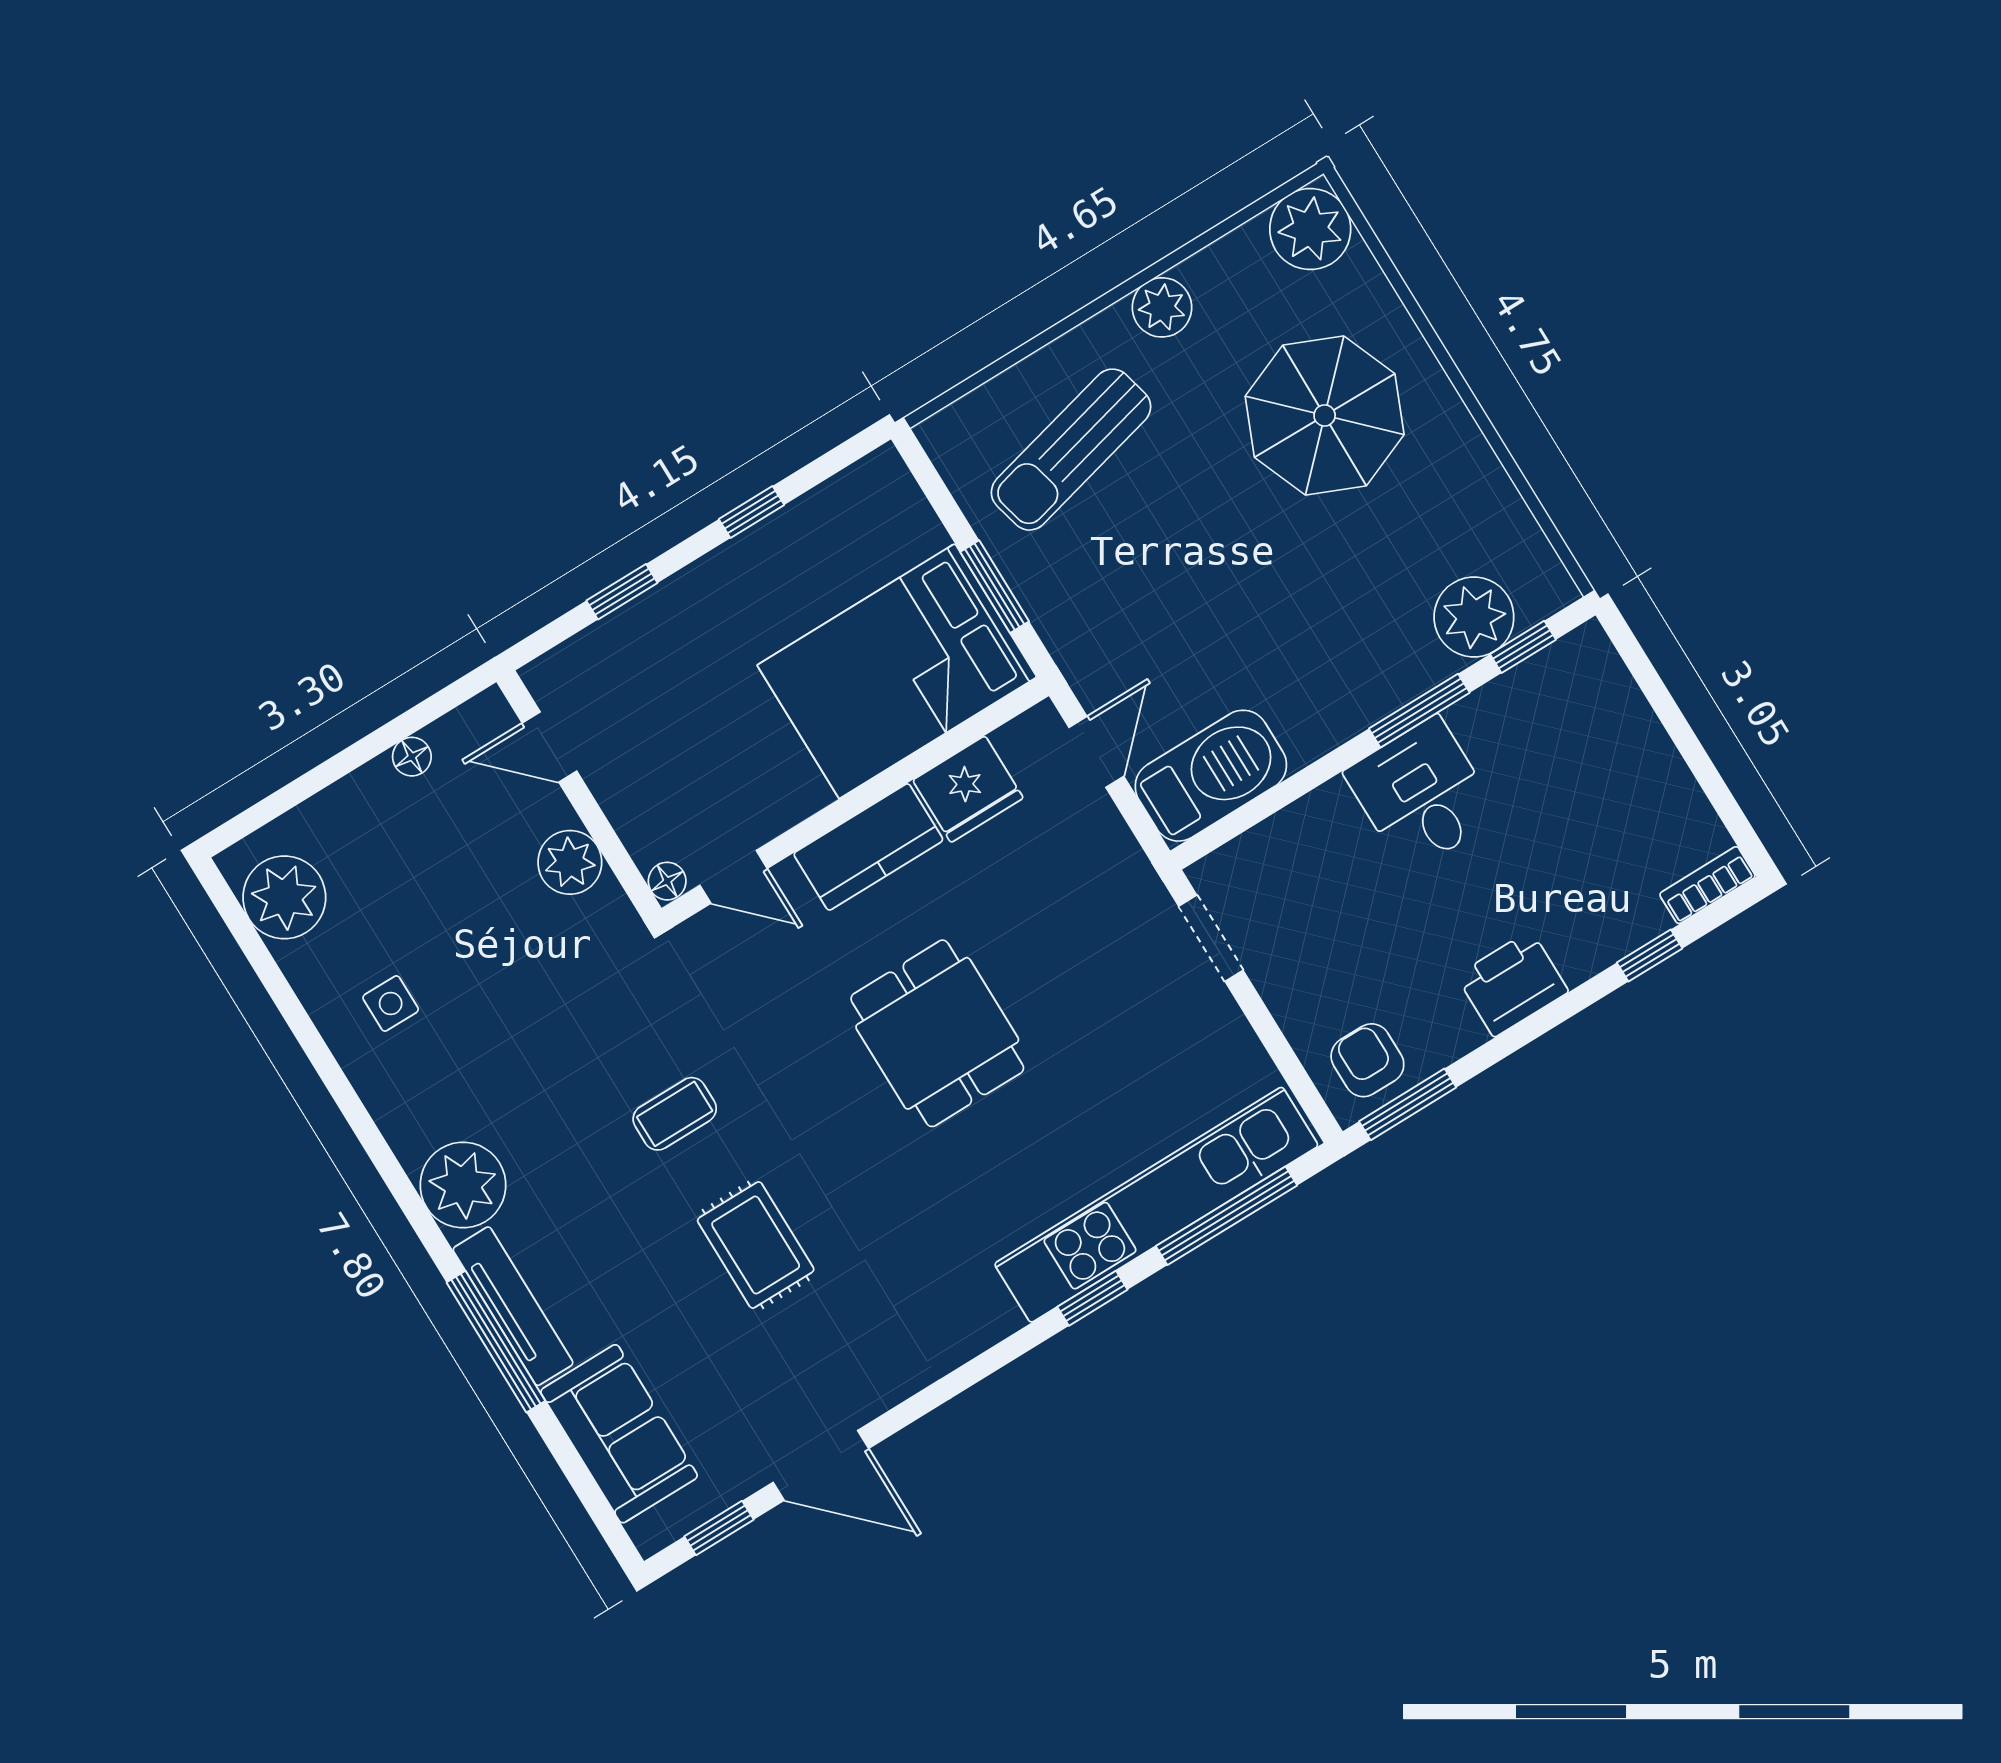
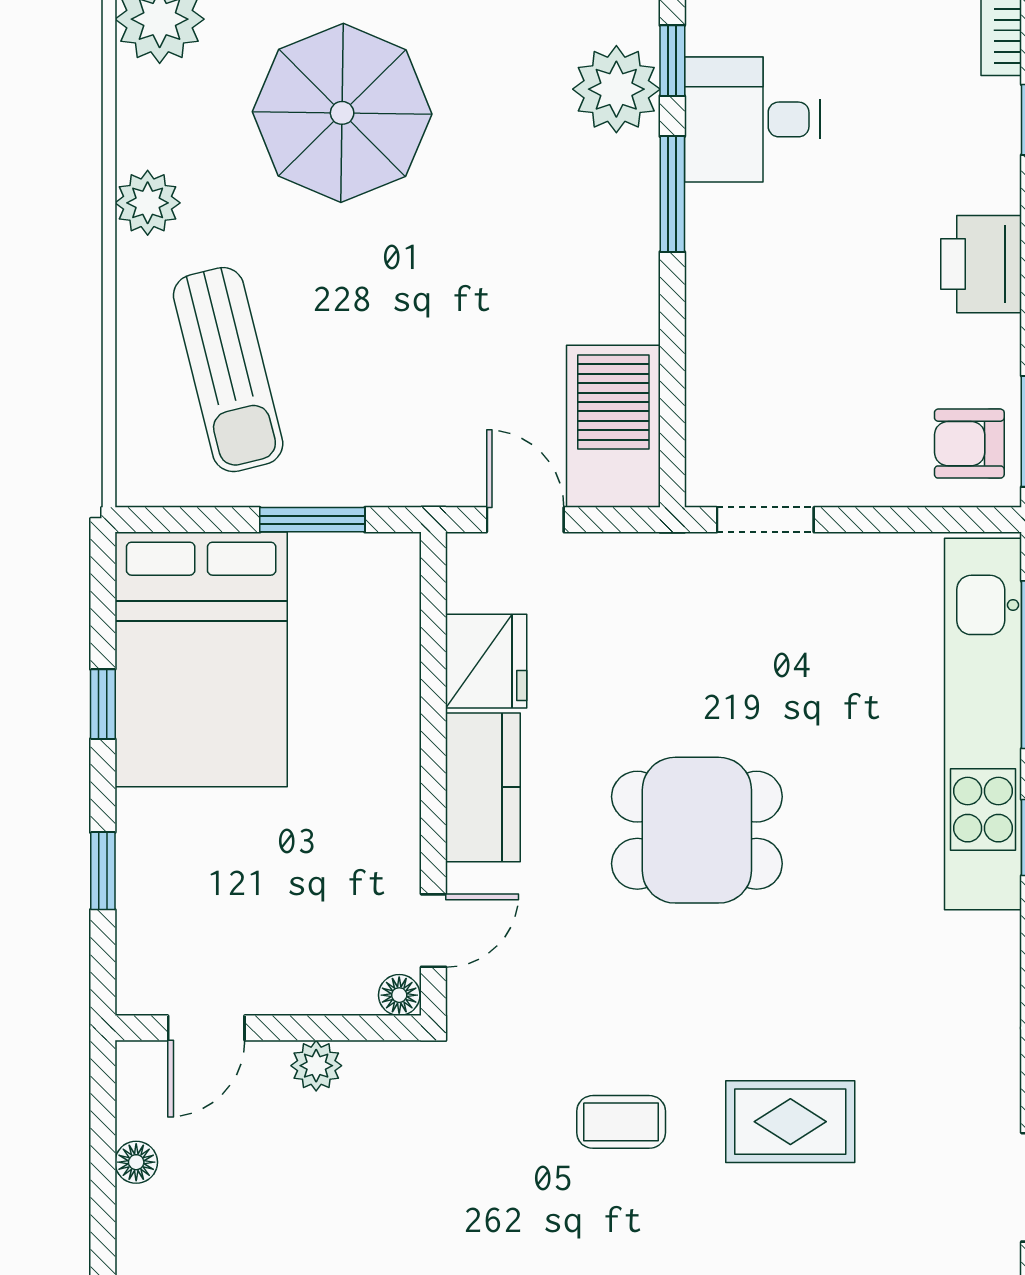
bed: (897, 671) -> (201, 659), moved
desk: (1422, 794) -> (752, 119), moved
plant: (570, 862) -> (316, 1066), width x0.73, depth x0.73
coffee table: (675, 1114) -> (621, 1122), turned 90

